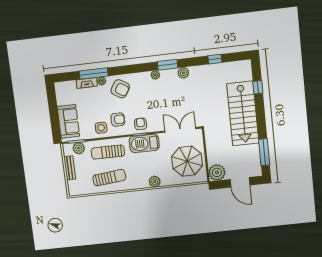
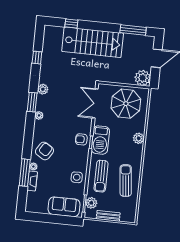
armchair: (118, 120) -> (73, 160), removed

